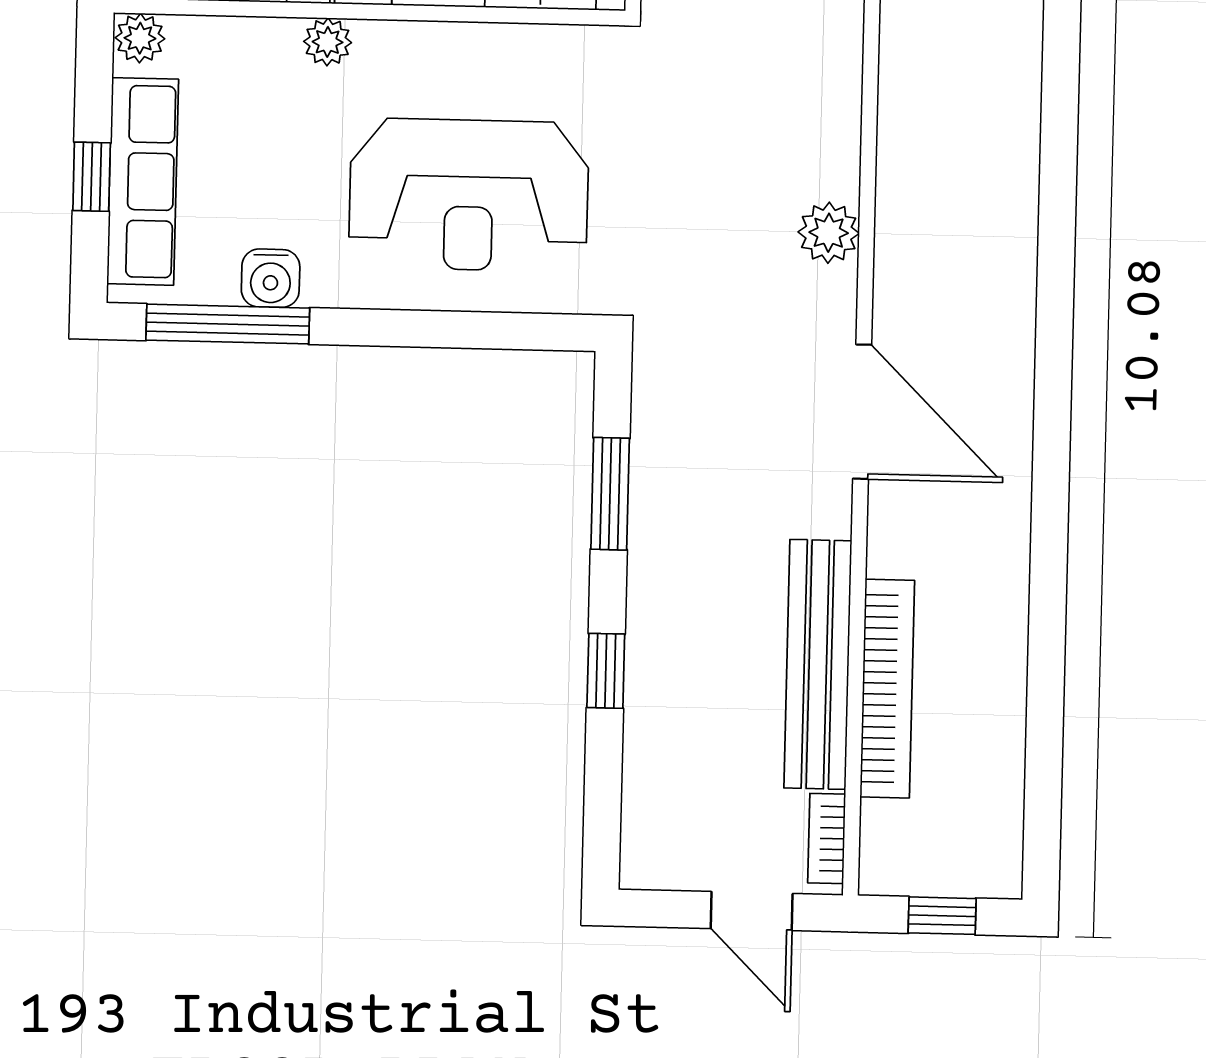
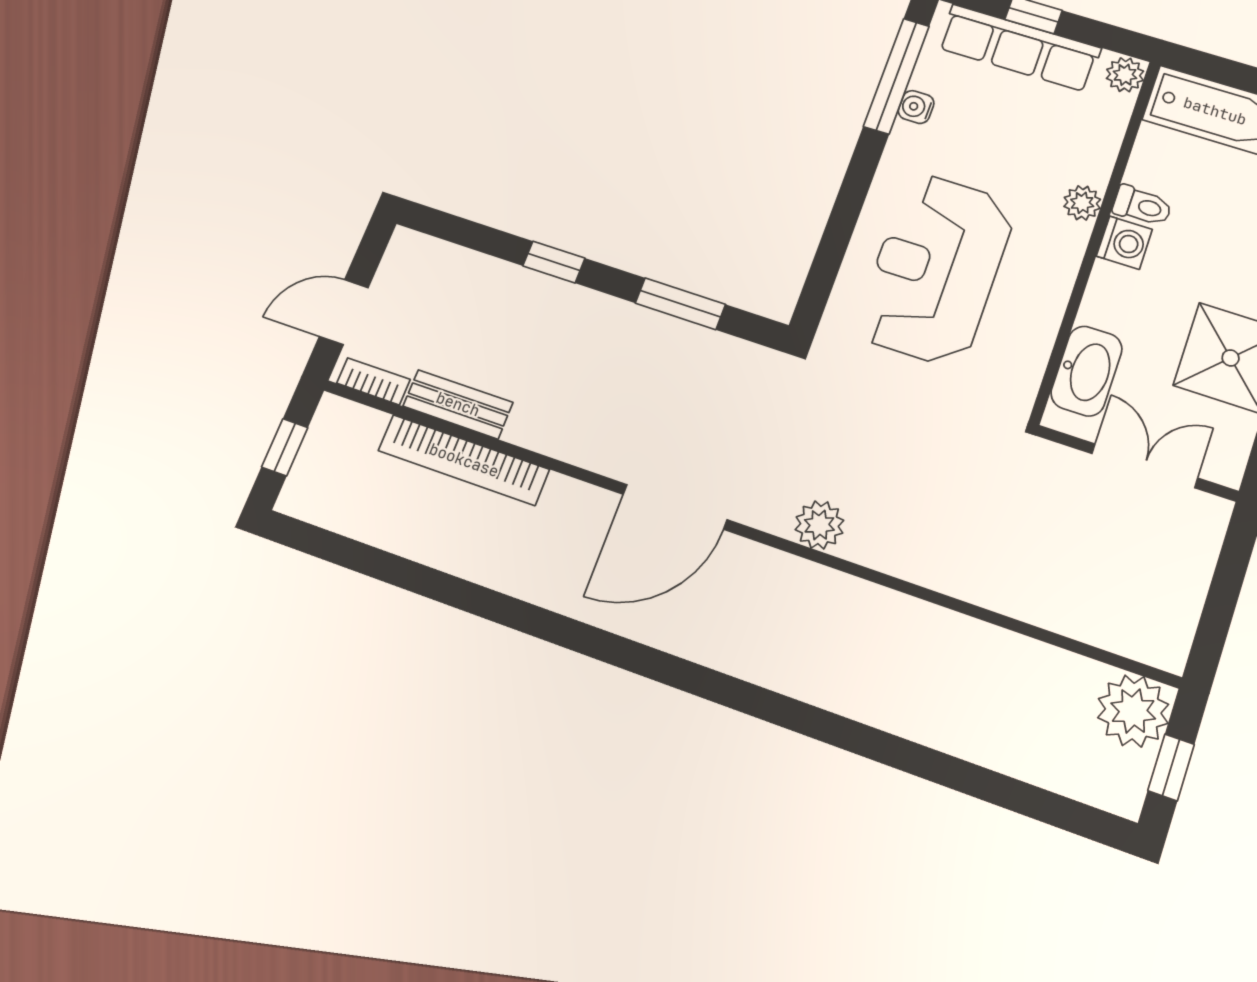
water cooler: (271, 278) -> (916, 107), width x0.72, depth x0.72
bench: (818, 664) -> (458, 404), width x0.54, depth x0.82

